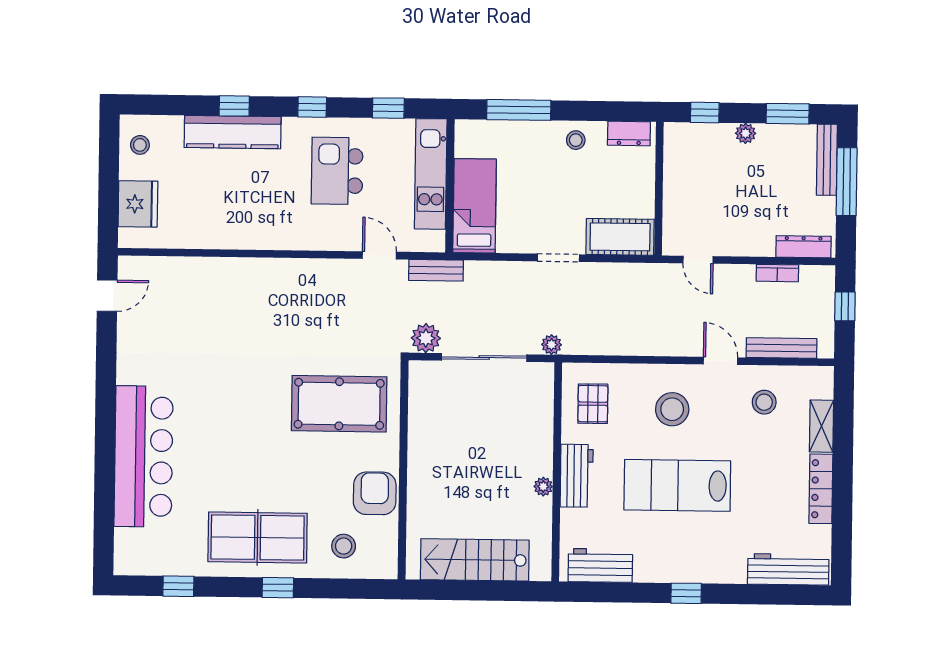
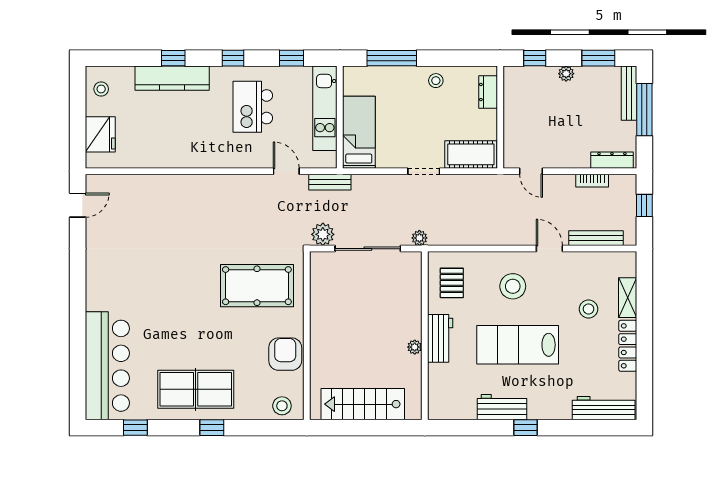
dresser: (629, 134) -> (488, 92), moved, turned 90
stool: (764, 402) -> (589, 309), moved
bar counter: (144, 456) -> (107, 366), moved
stool: (344, 546) -> (282, 406), moved
workbench: (600, 565) -> (502, 407), moved

